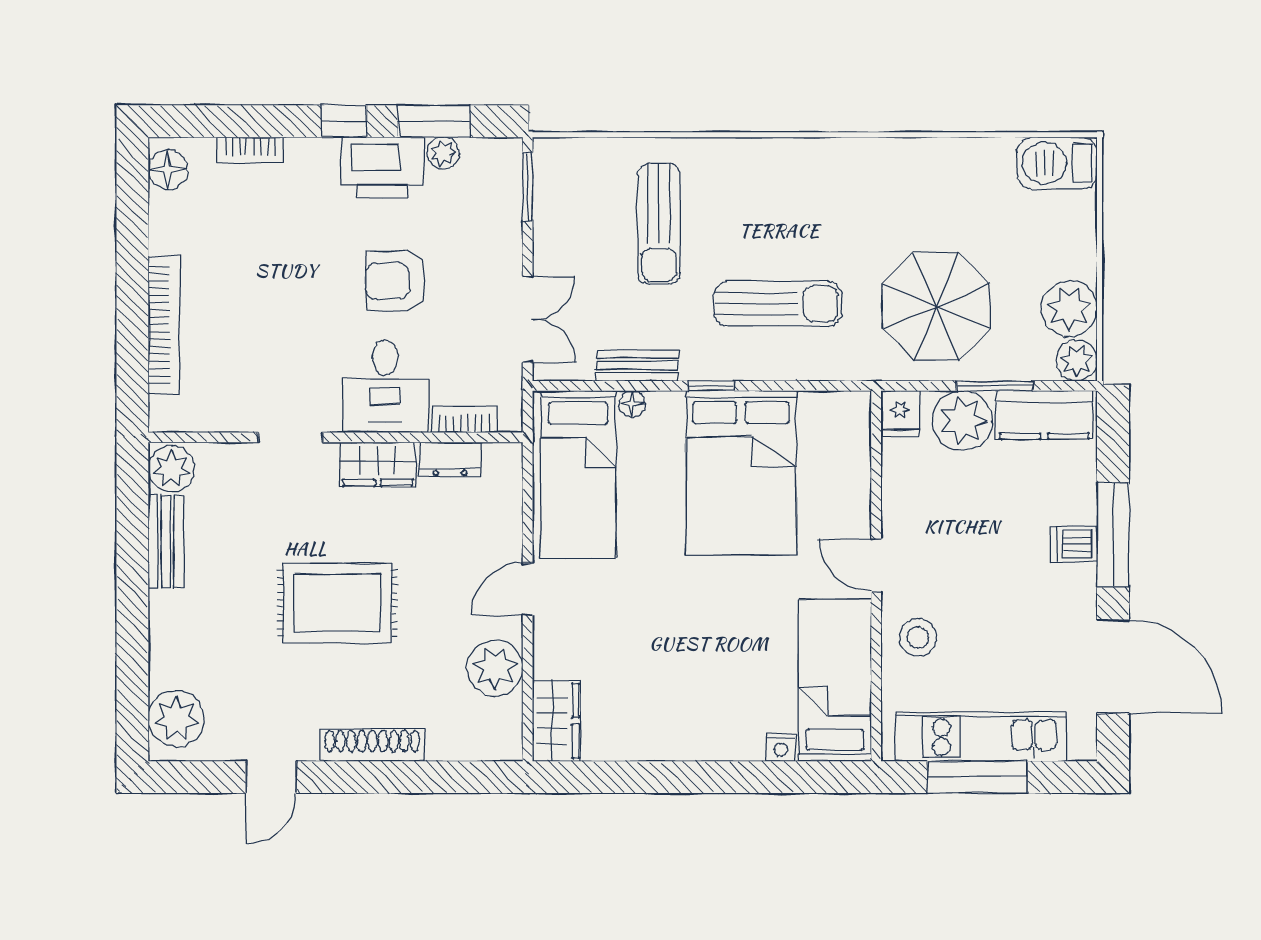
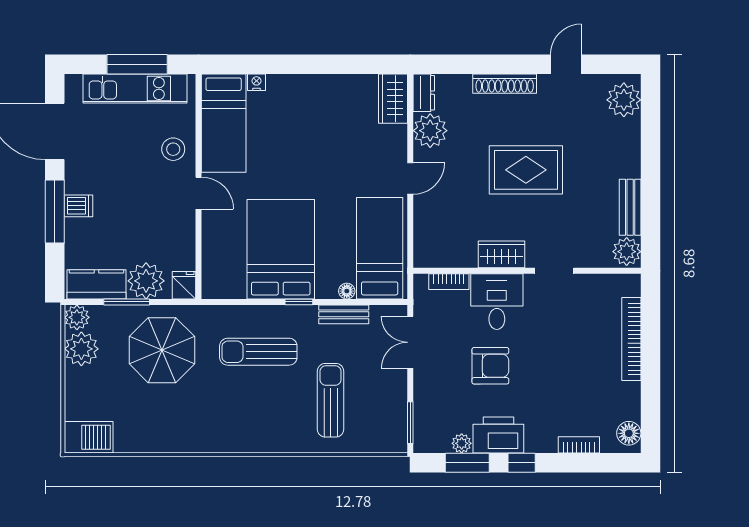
dresser: (450, 459) -> (424, 93), moved, turned 90

